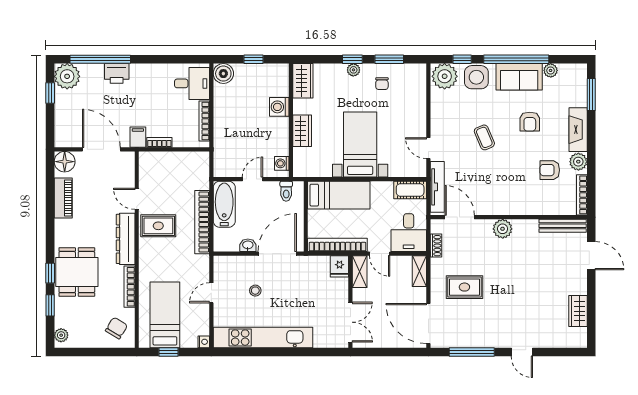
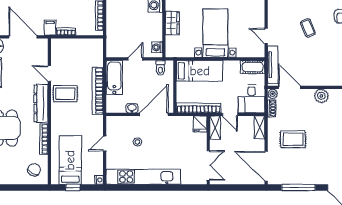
plant: (437, 226) -> (273, 94), added

